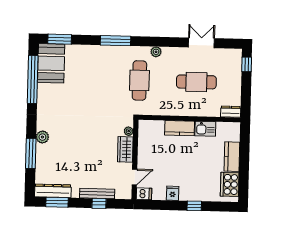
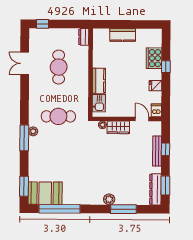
plant: (156, 52) -> (33, 131), moved
kitchen sink: (205, 129) -> (99, 103), moved
cooker: (230, 184) -> (154, 58), moved, turned 90

